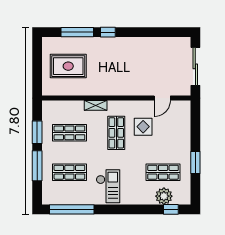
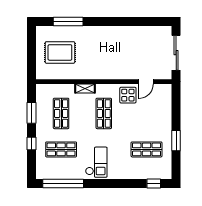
window: (108, 32) -> (96, 21), removed
display table: (143, 127) -> (128, 95), moved
shop shelf: (69, 133) -> (61, 113), turned 90
window: (37, 166) -> (32, 144), width x0.46
plant: (164, 196) -> (147, 171), removed

